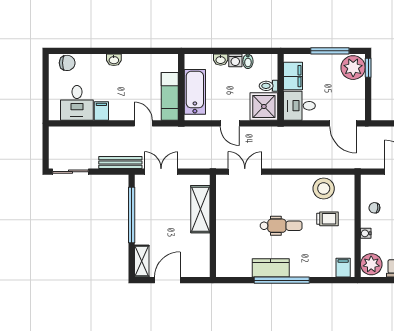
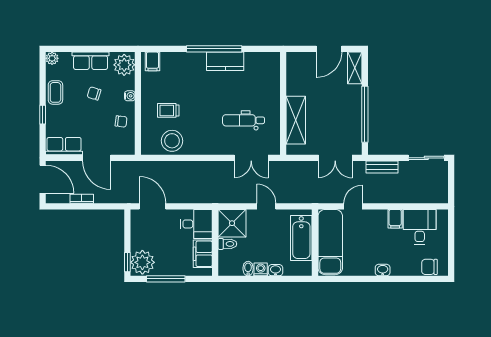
exam couch: (170, 96) -> (330, 242), width x1.36, depth x1.45
door: (143, 123) -> (353, 206), swing flipped
bench: (120, 162) -> (382, 167), width x0.73
dental chair: (281, 226) -> (244, 120), moved

